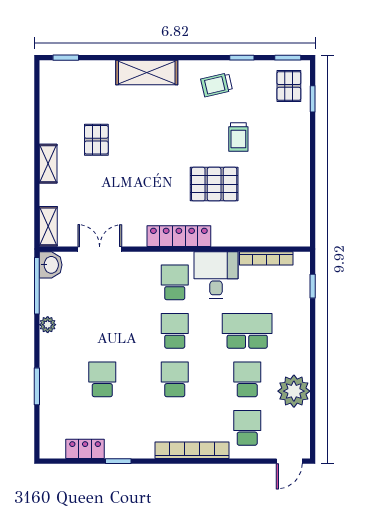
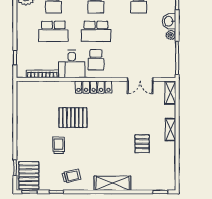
pallet: (289, 86) -> (29, 175), width x1.50, depth x1.42
washbasin: (51, 265) -> (169, 21), moved
school desk: (175, 331) -> (96, 31), width x1.85

